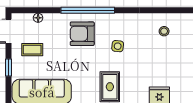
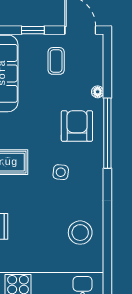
floor lamp: (38, 18) -> (98, 92), moved
stool: (164, 31) -> (80, 233), width x1.89, depth x1.89

